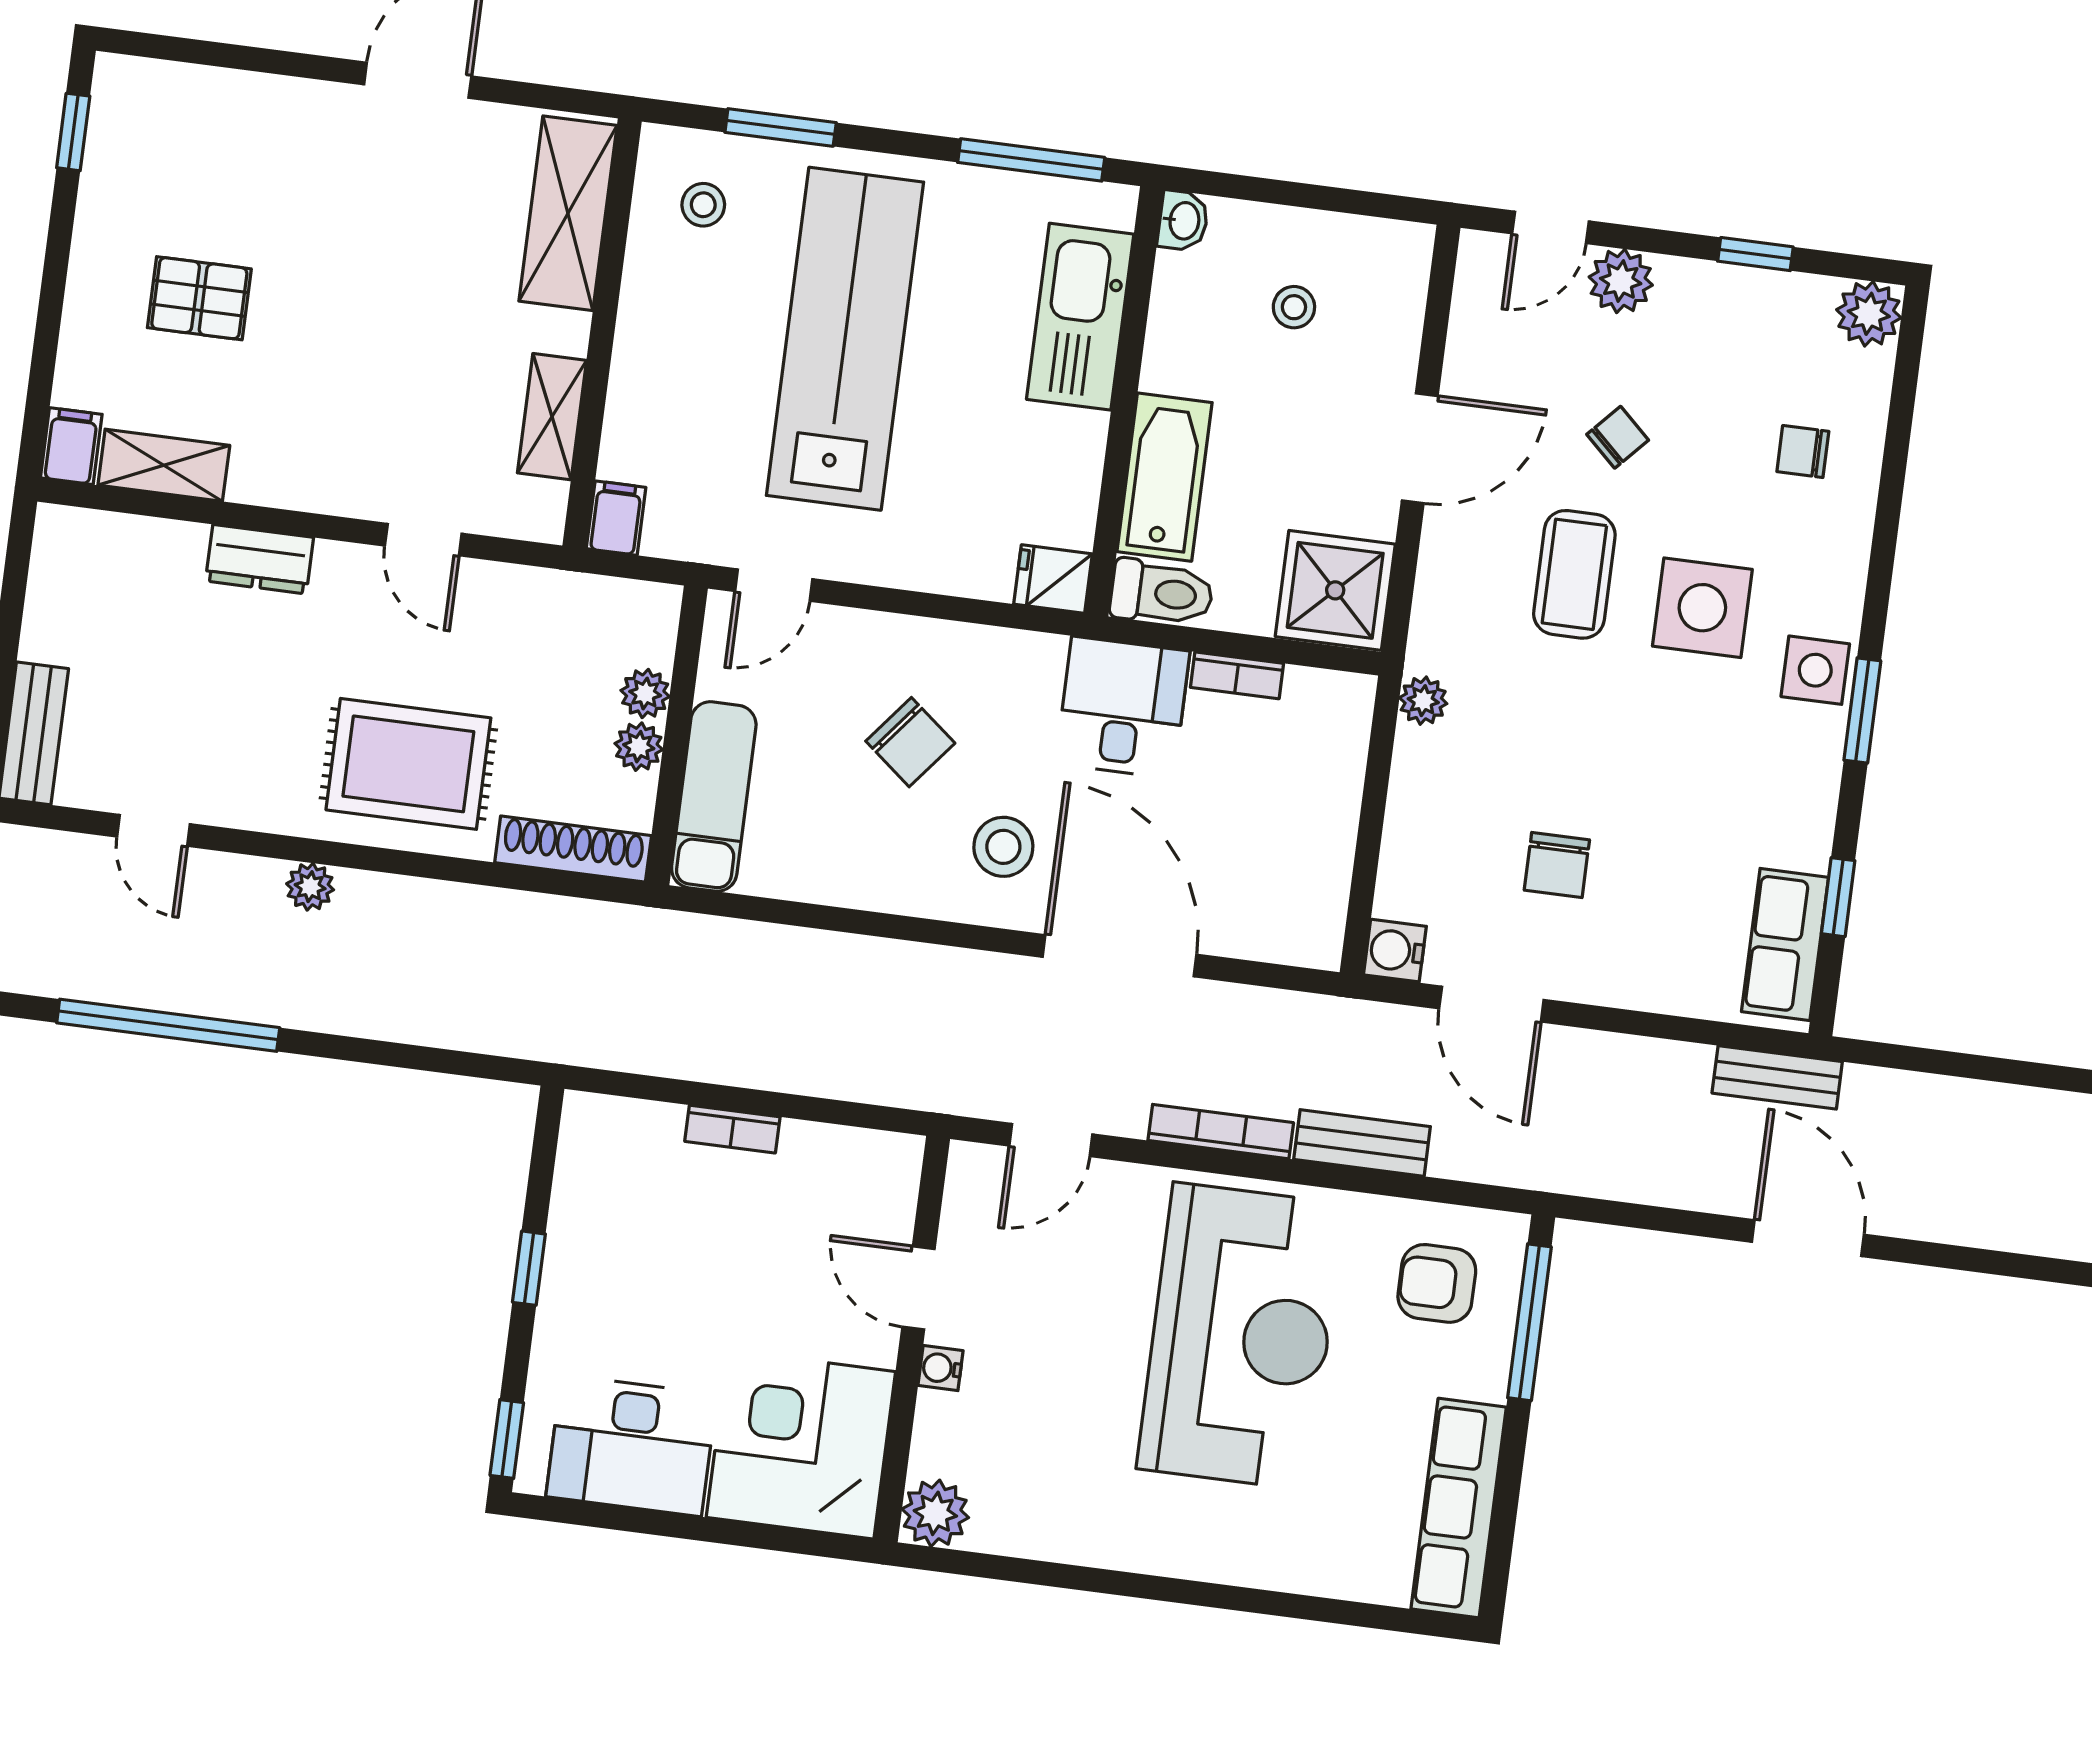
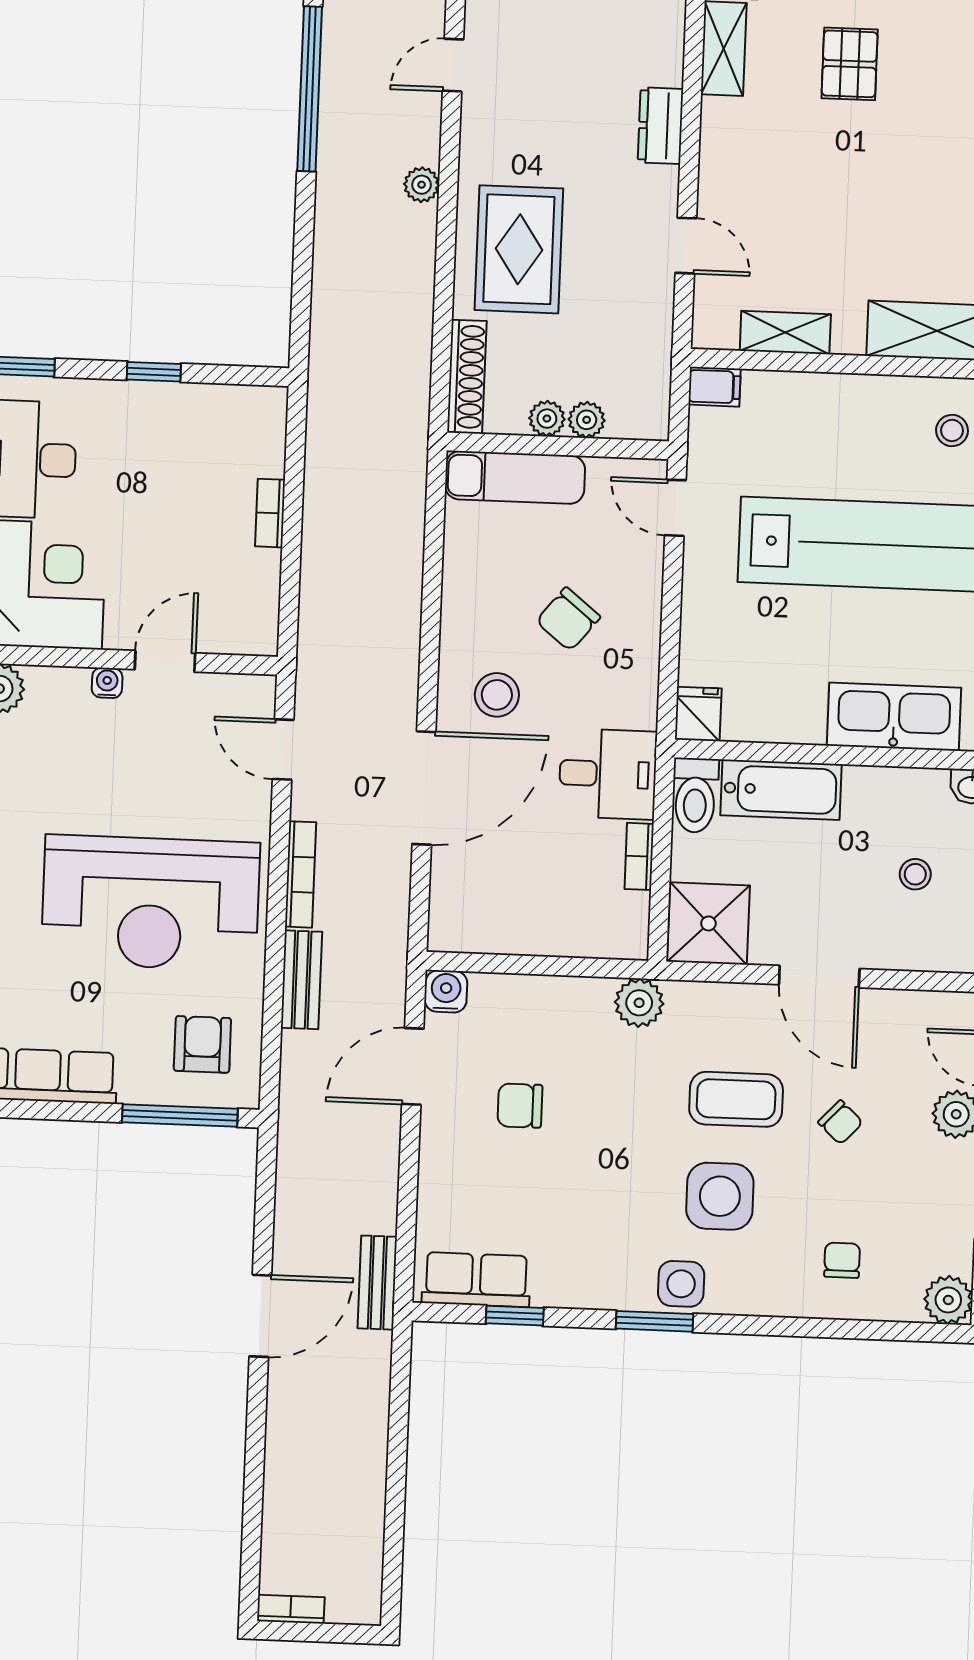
door: (423, 540) -> (686, 246), swing flipped
plant: (1423, 701) -> (639, 1003), width x1.38, depth x1.38

